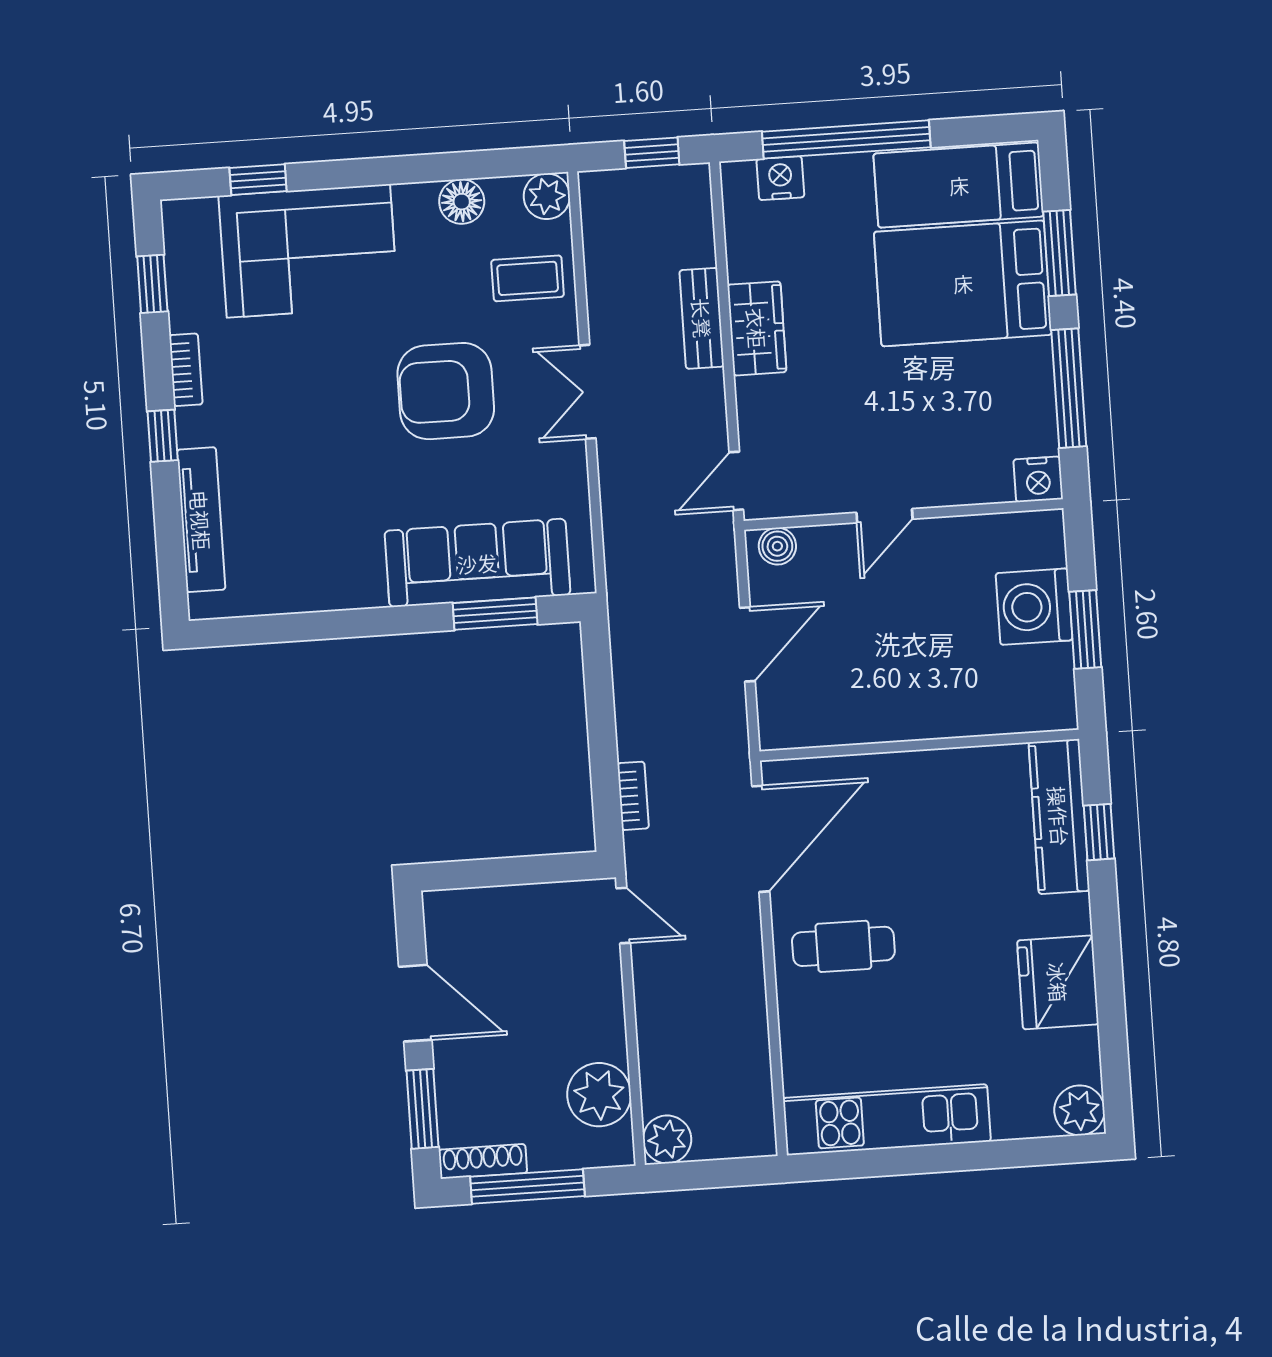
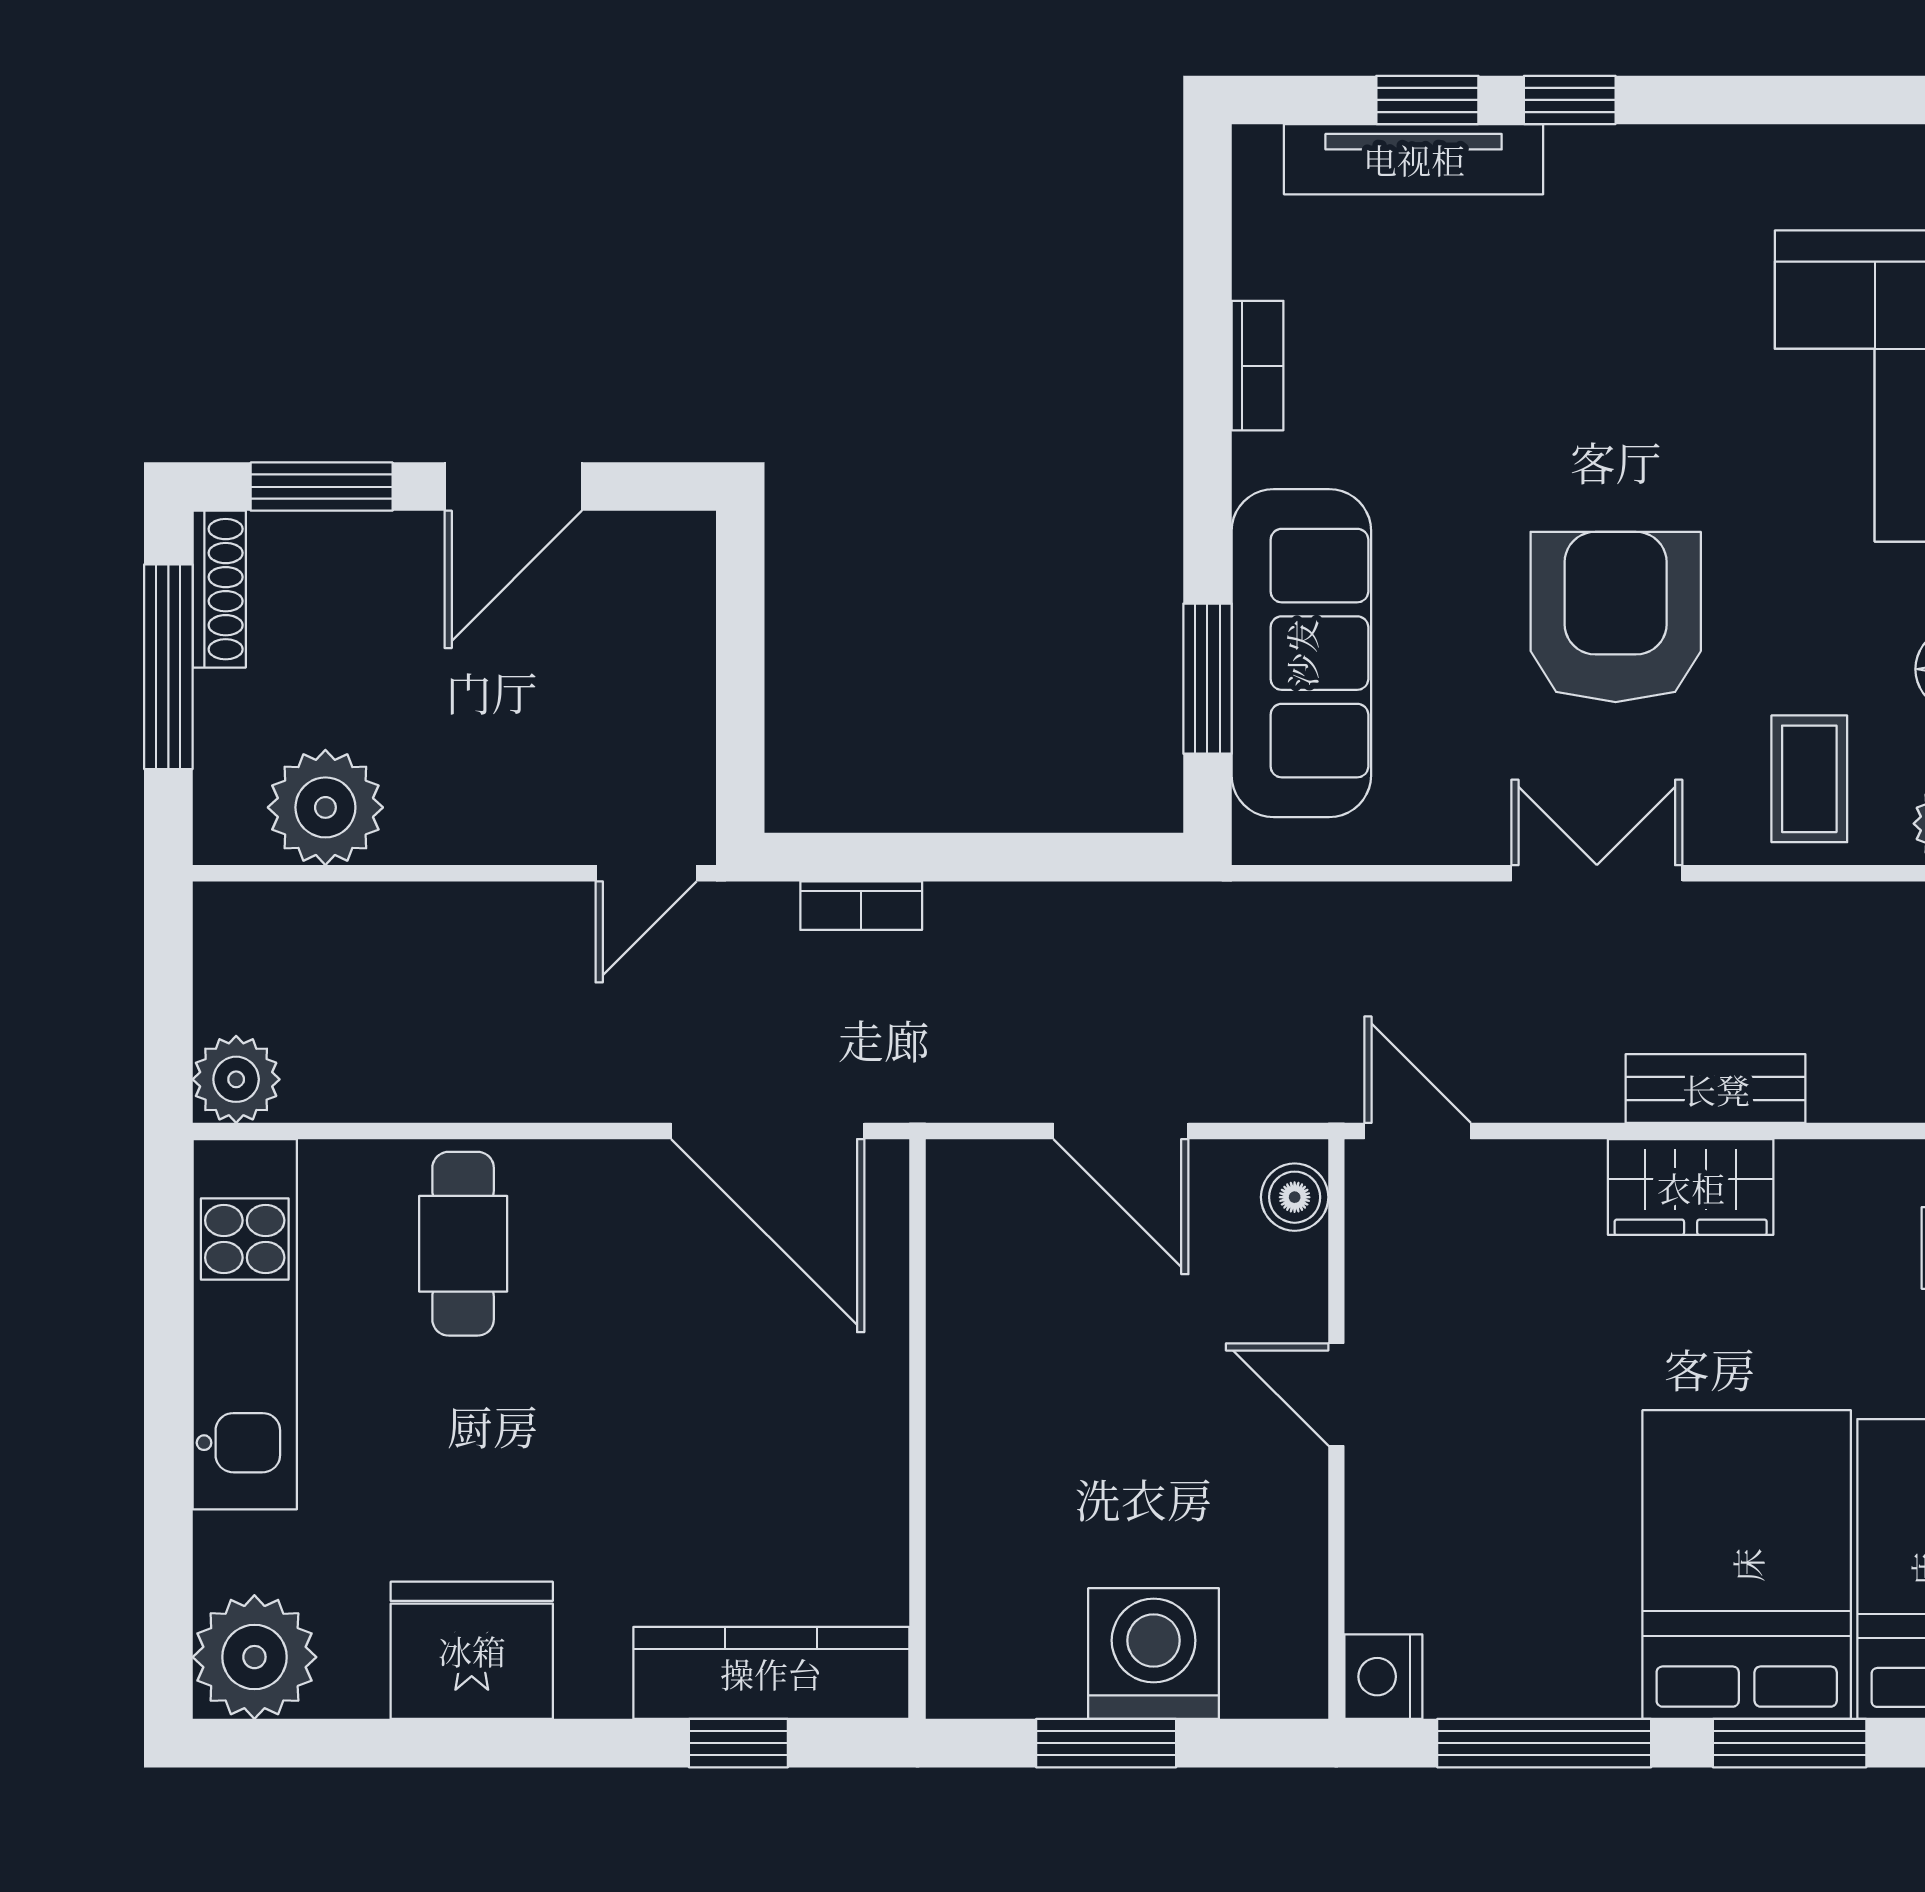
window: (152, 284) -> (1427, 100), moved
bookcase: (186, 370) -> (1258, 366), moved, turned -90
cafe table: (843, 946) -> (463, 1244), moved
plant: (1079, 1110) -> (254, 1657), width x1.36, depth x1.36
plant: (667, 1139) -> (236, 1079), moved

